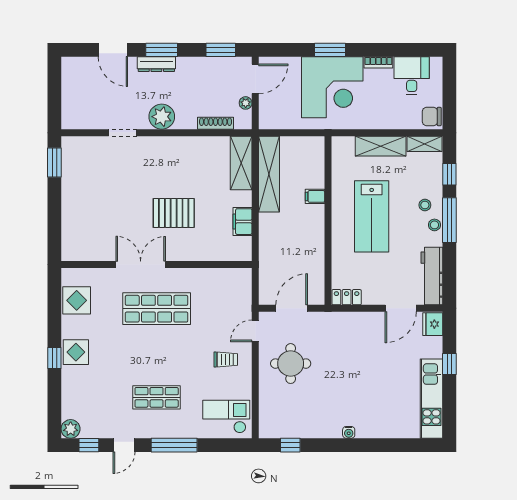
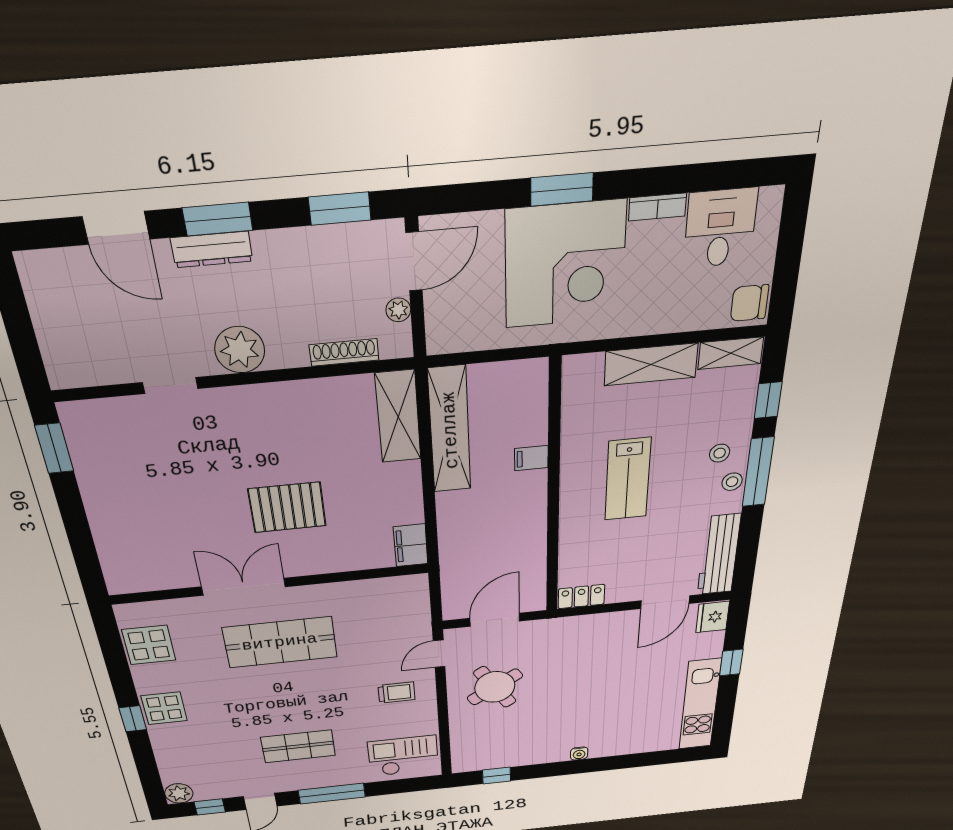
lab bench: (372, 216) -> (628, 479), width x0.73, depth x0.72
filing cabinet: (243, 222) -> (411, 545), moved
round table: (291, 364) -> (495, 687), turned -32

